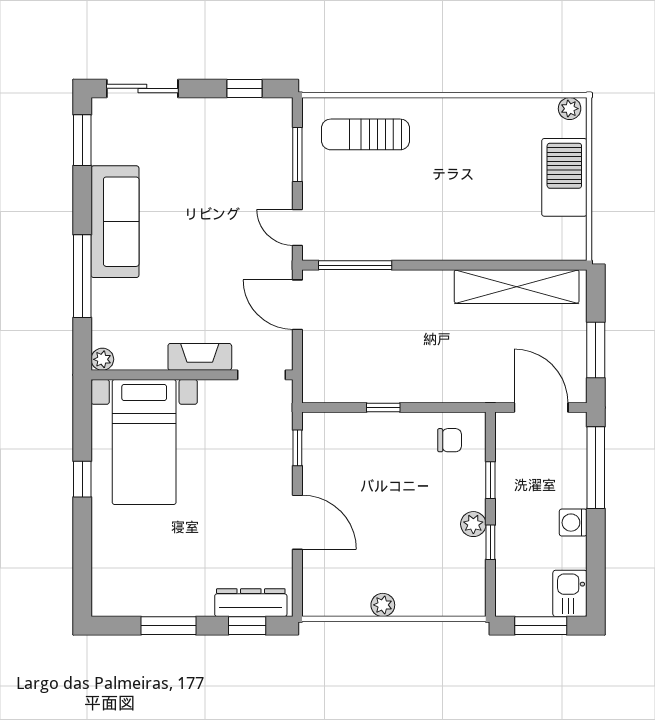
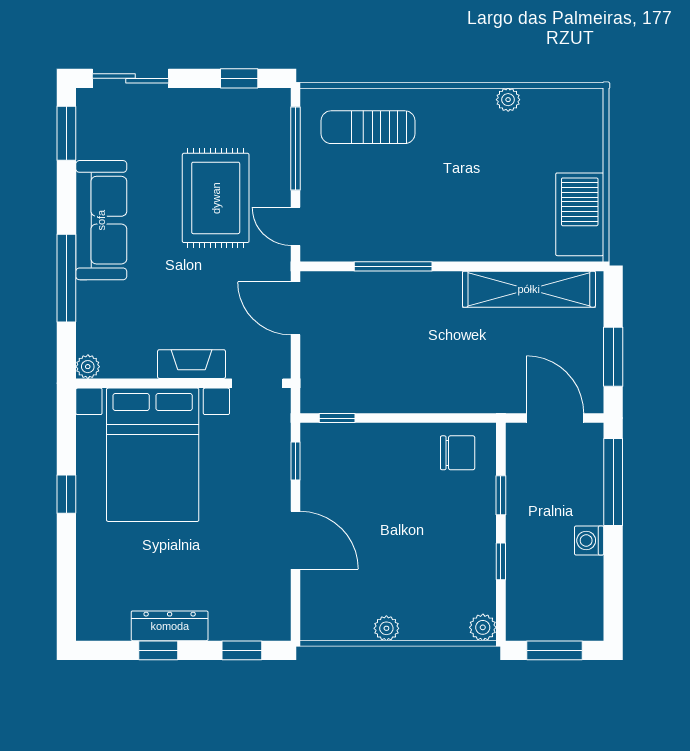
plant: (570, 109) -> (508, 100), moved
window: (297, 154) -> (296, 149), width x1.44
barbecue: (564, 177) -> (580, 214), moved
rug: (222, 201) -> (216, 198), added
window: (355, 265) -> (393, 266), moved
window: (383, 408) -> (337, 418), moved
chair: (450, 440) -> (458, 453), width x1.37, depth x1.37
bed with nightstands: (144, 442) -> (153, 455), width x1.36
plant: (473, 524) -> (483, 627), moved
kitchen sink: (570, 593) -> (586, 616), removed
dresser: (251, 603) -> (170, 626), moved
window: (168, 626) -> (158, 650), width x0.67

